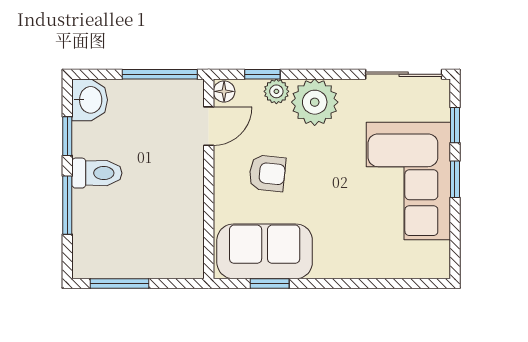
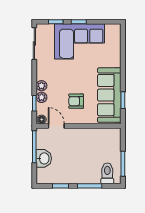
washbasin: (90, 100) -> (44, 158), moved, turned 90
plant: (315, 102) -> (41, 86), width x0.53, depth x0.53
toilet: (97, 173) -> (107, 173), moved
armchair: (267, 173) -> (76, 101), turned -96
sofa: (265, 251) -> (109, 95), width x1.36

